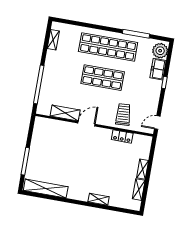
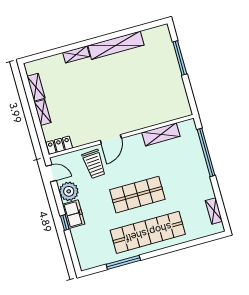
plant: (160, 51) -> (69, 191), moved
freezer: (158, 69) -> (74, 214), moved
door: (157, 123) -> (51, 173), hinge flipped
door: (86, 124) -> (111, 139), moved
locker: (122, 136) -> (59, 145), moved
shelving: (46, 189) -> (116, 45), moved

